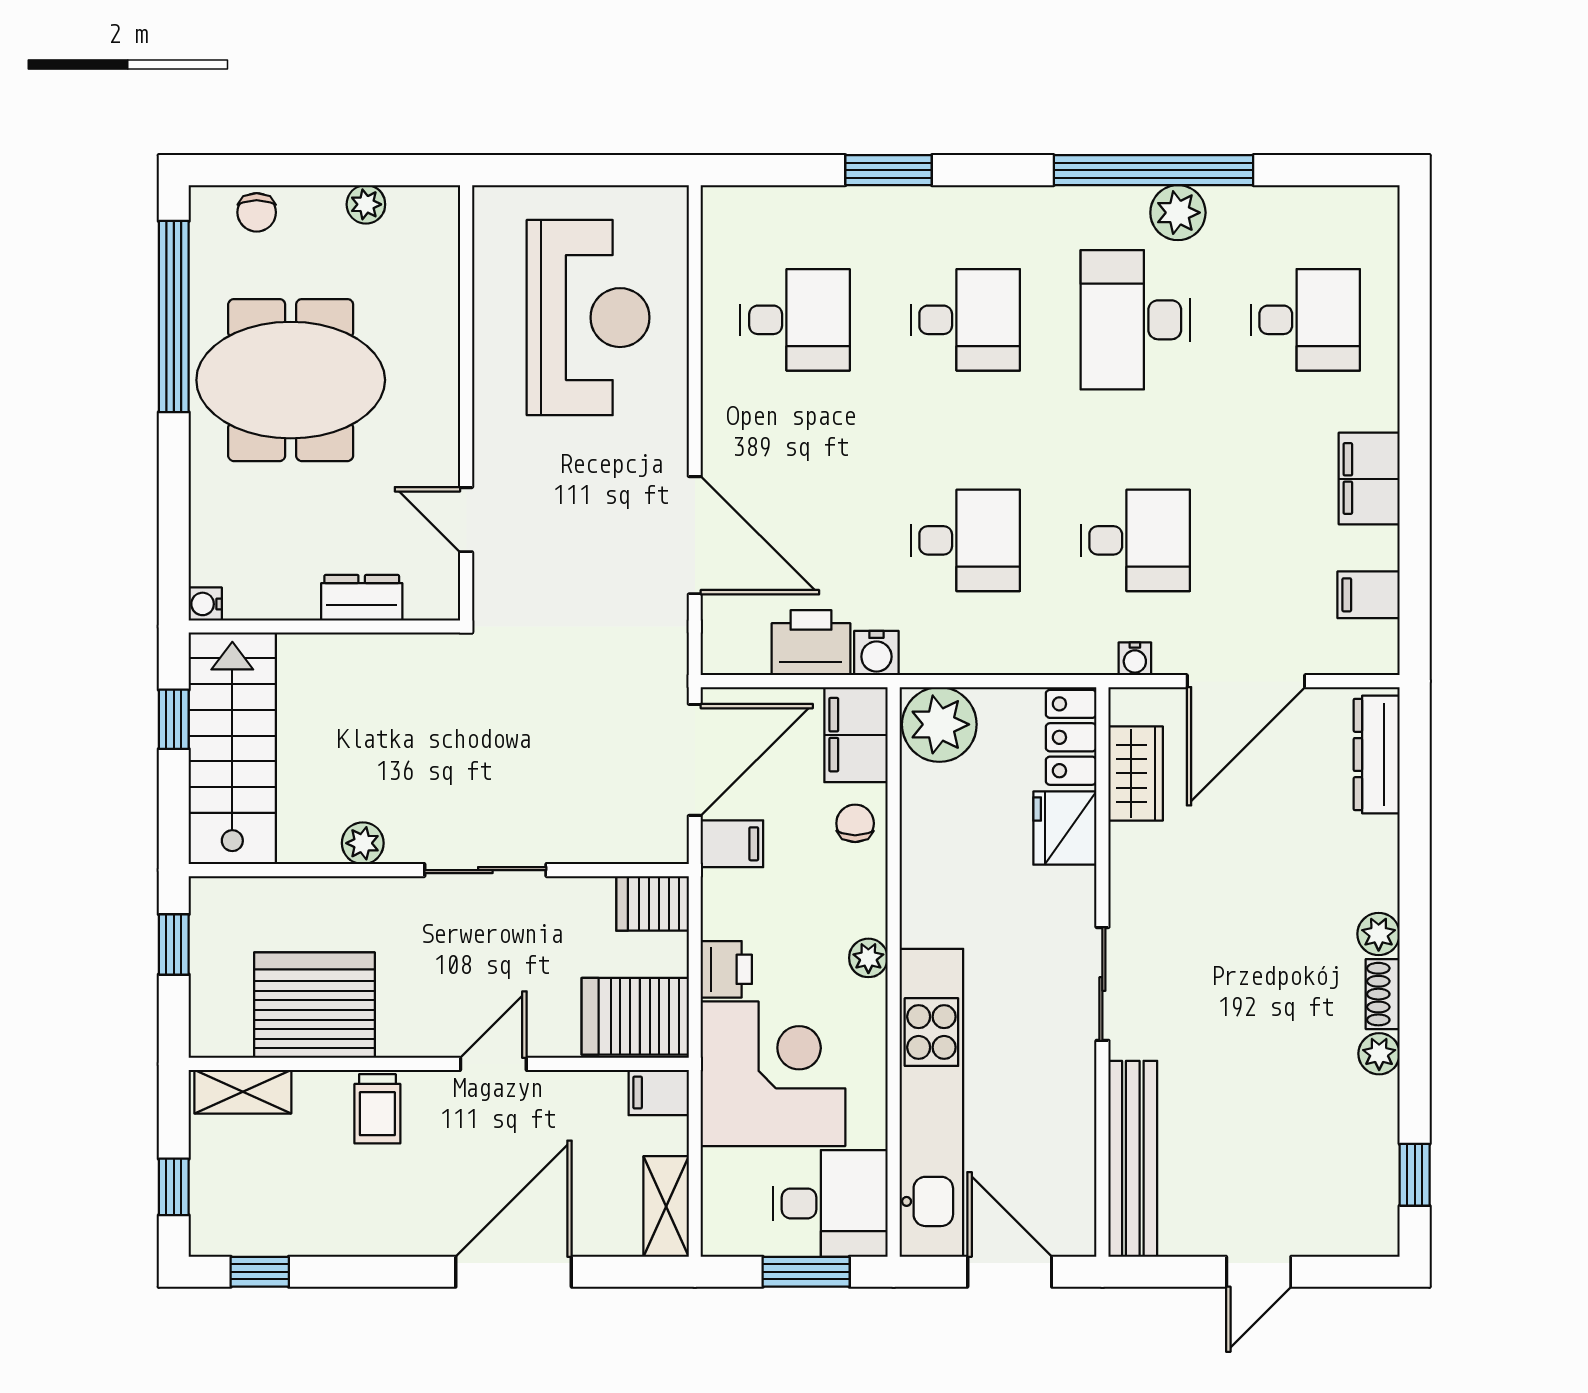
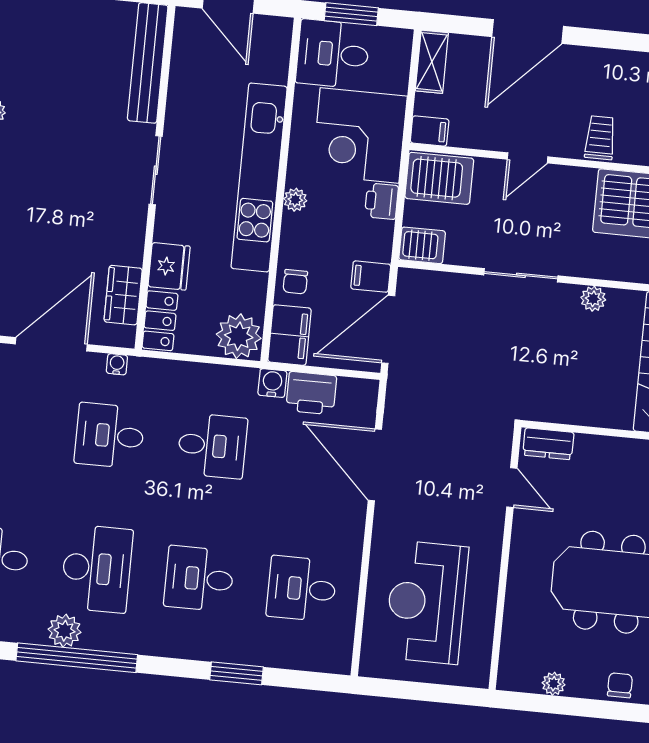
desk: (965, 540) -> (212, 446), turned 180
dresser: (362, 598) -> (548, 444), moved
kitchen unit: (931, 1103) -> (259, 177), moved

